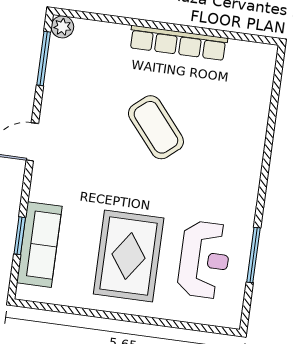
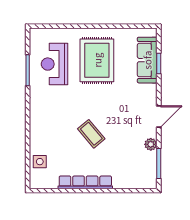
plant: (62, 27) -> (151, 144), moved
side table: (254, 90) -> (40, 162), added
coffee table: (156, 127) -> (91, 134), width x0.73, depth x0.76

